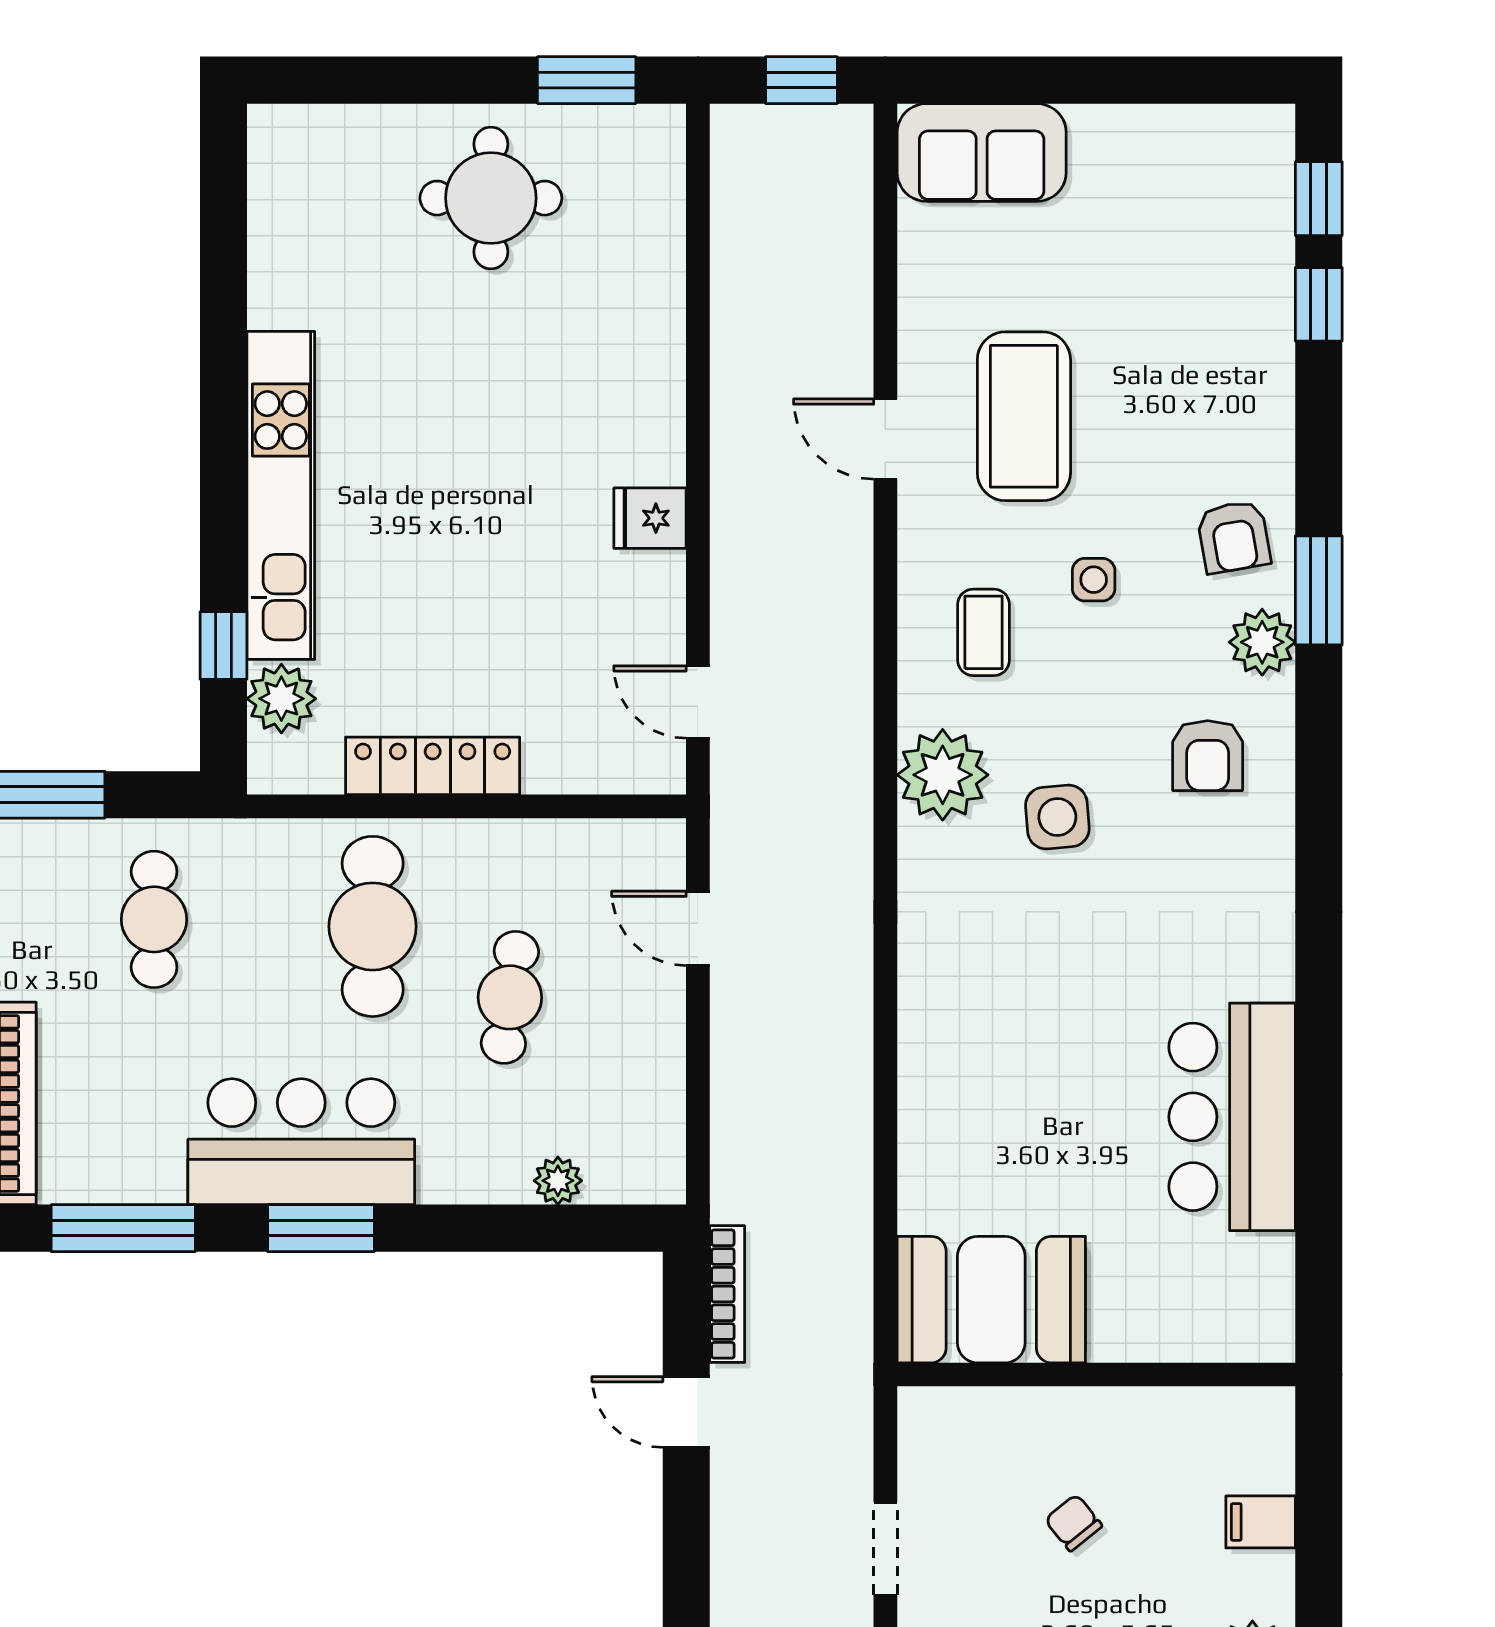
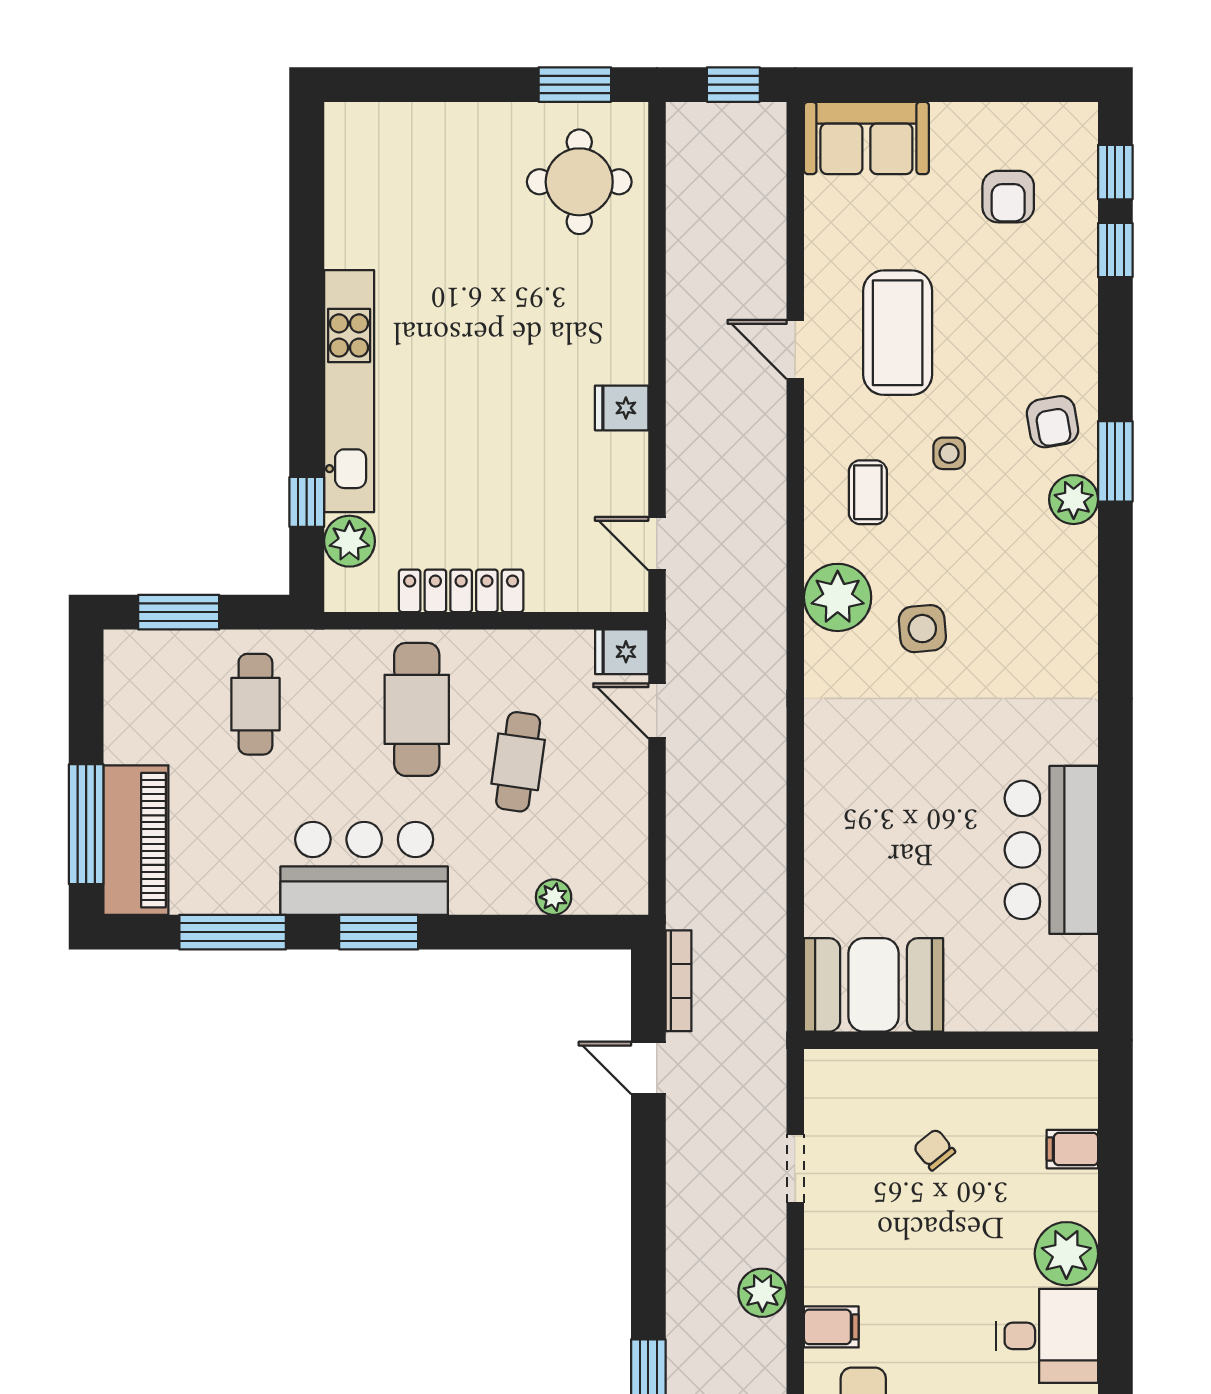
round table: (491, 198) -> (579, 182), moved
armchair: (1208, 756) -> (1008, 197), moved
fridge: (650, 848) -> (622, 652), added

